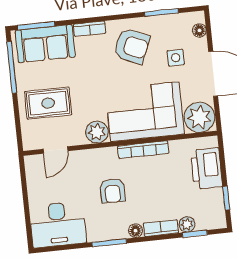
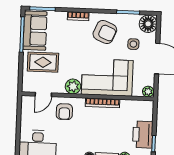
floor lamp: (199, 30) -> (148, 24), width x1.89, depth x1.89
sofa: (45, 44) -> (35, 31), moved, turned -90
plant: (199, 117) -> (148, 92), width x0.53, depth x0.53
printer: (207, 168) -> (143, 135), moved
armchair: (113, 191) -> (64, 112), moved

